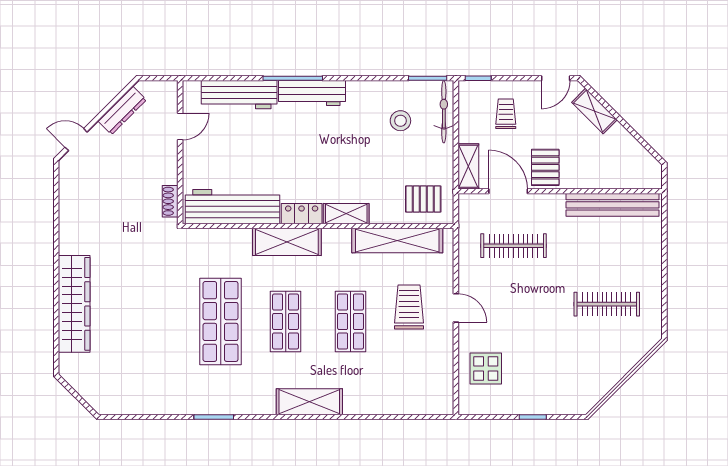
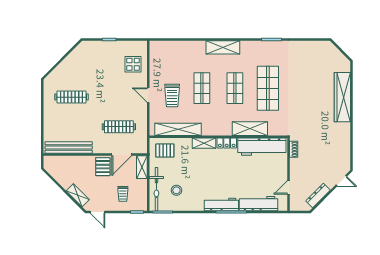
door: (556, 78) -> (98, 212), swing flipped
bicycle: (444, 112) -> (156, 189), width x1.37, depth x1.40
door: (508, 191) -> (122, 154), hinge flipped
shelving: (287, 242) -> (250, 129), moved

